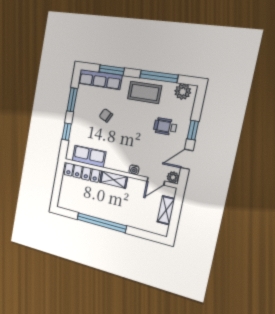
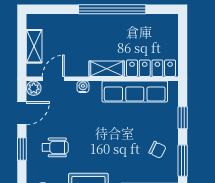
chair: (106, 115) -> (157, 150), moved
row of seats: (89, 156) -> (135, 91), width x1.48

